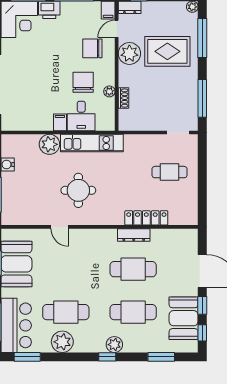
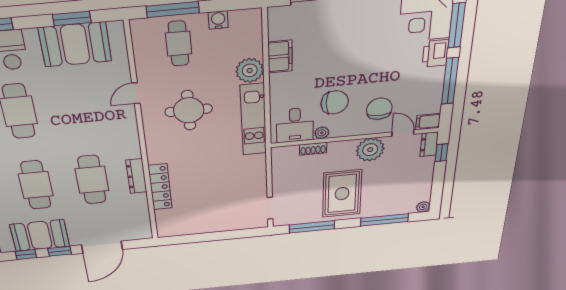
rug: (167, 51) -> (342, 194), moved
desk: (81, 116) -> (295, 125), moved, turned -90
filing cabinet: (60, 122) -> (280, 57), moved, width x2.00
cafe table: (169, 172) -> (179, 44), moved

